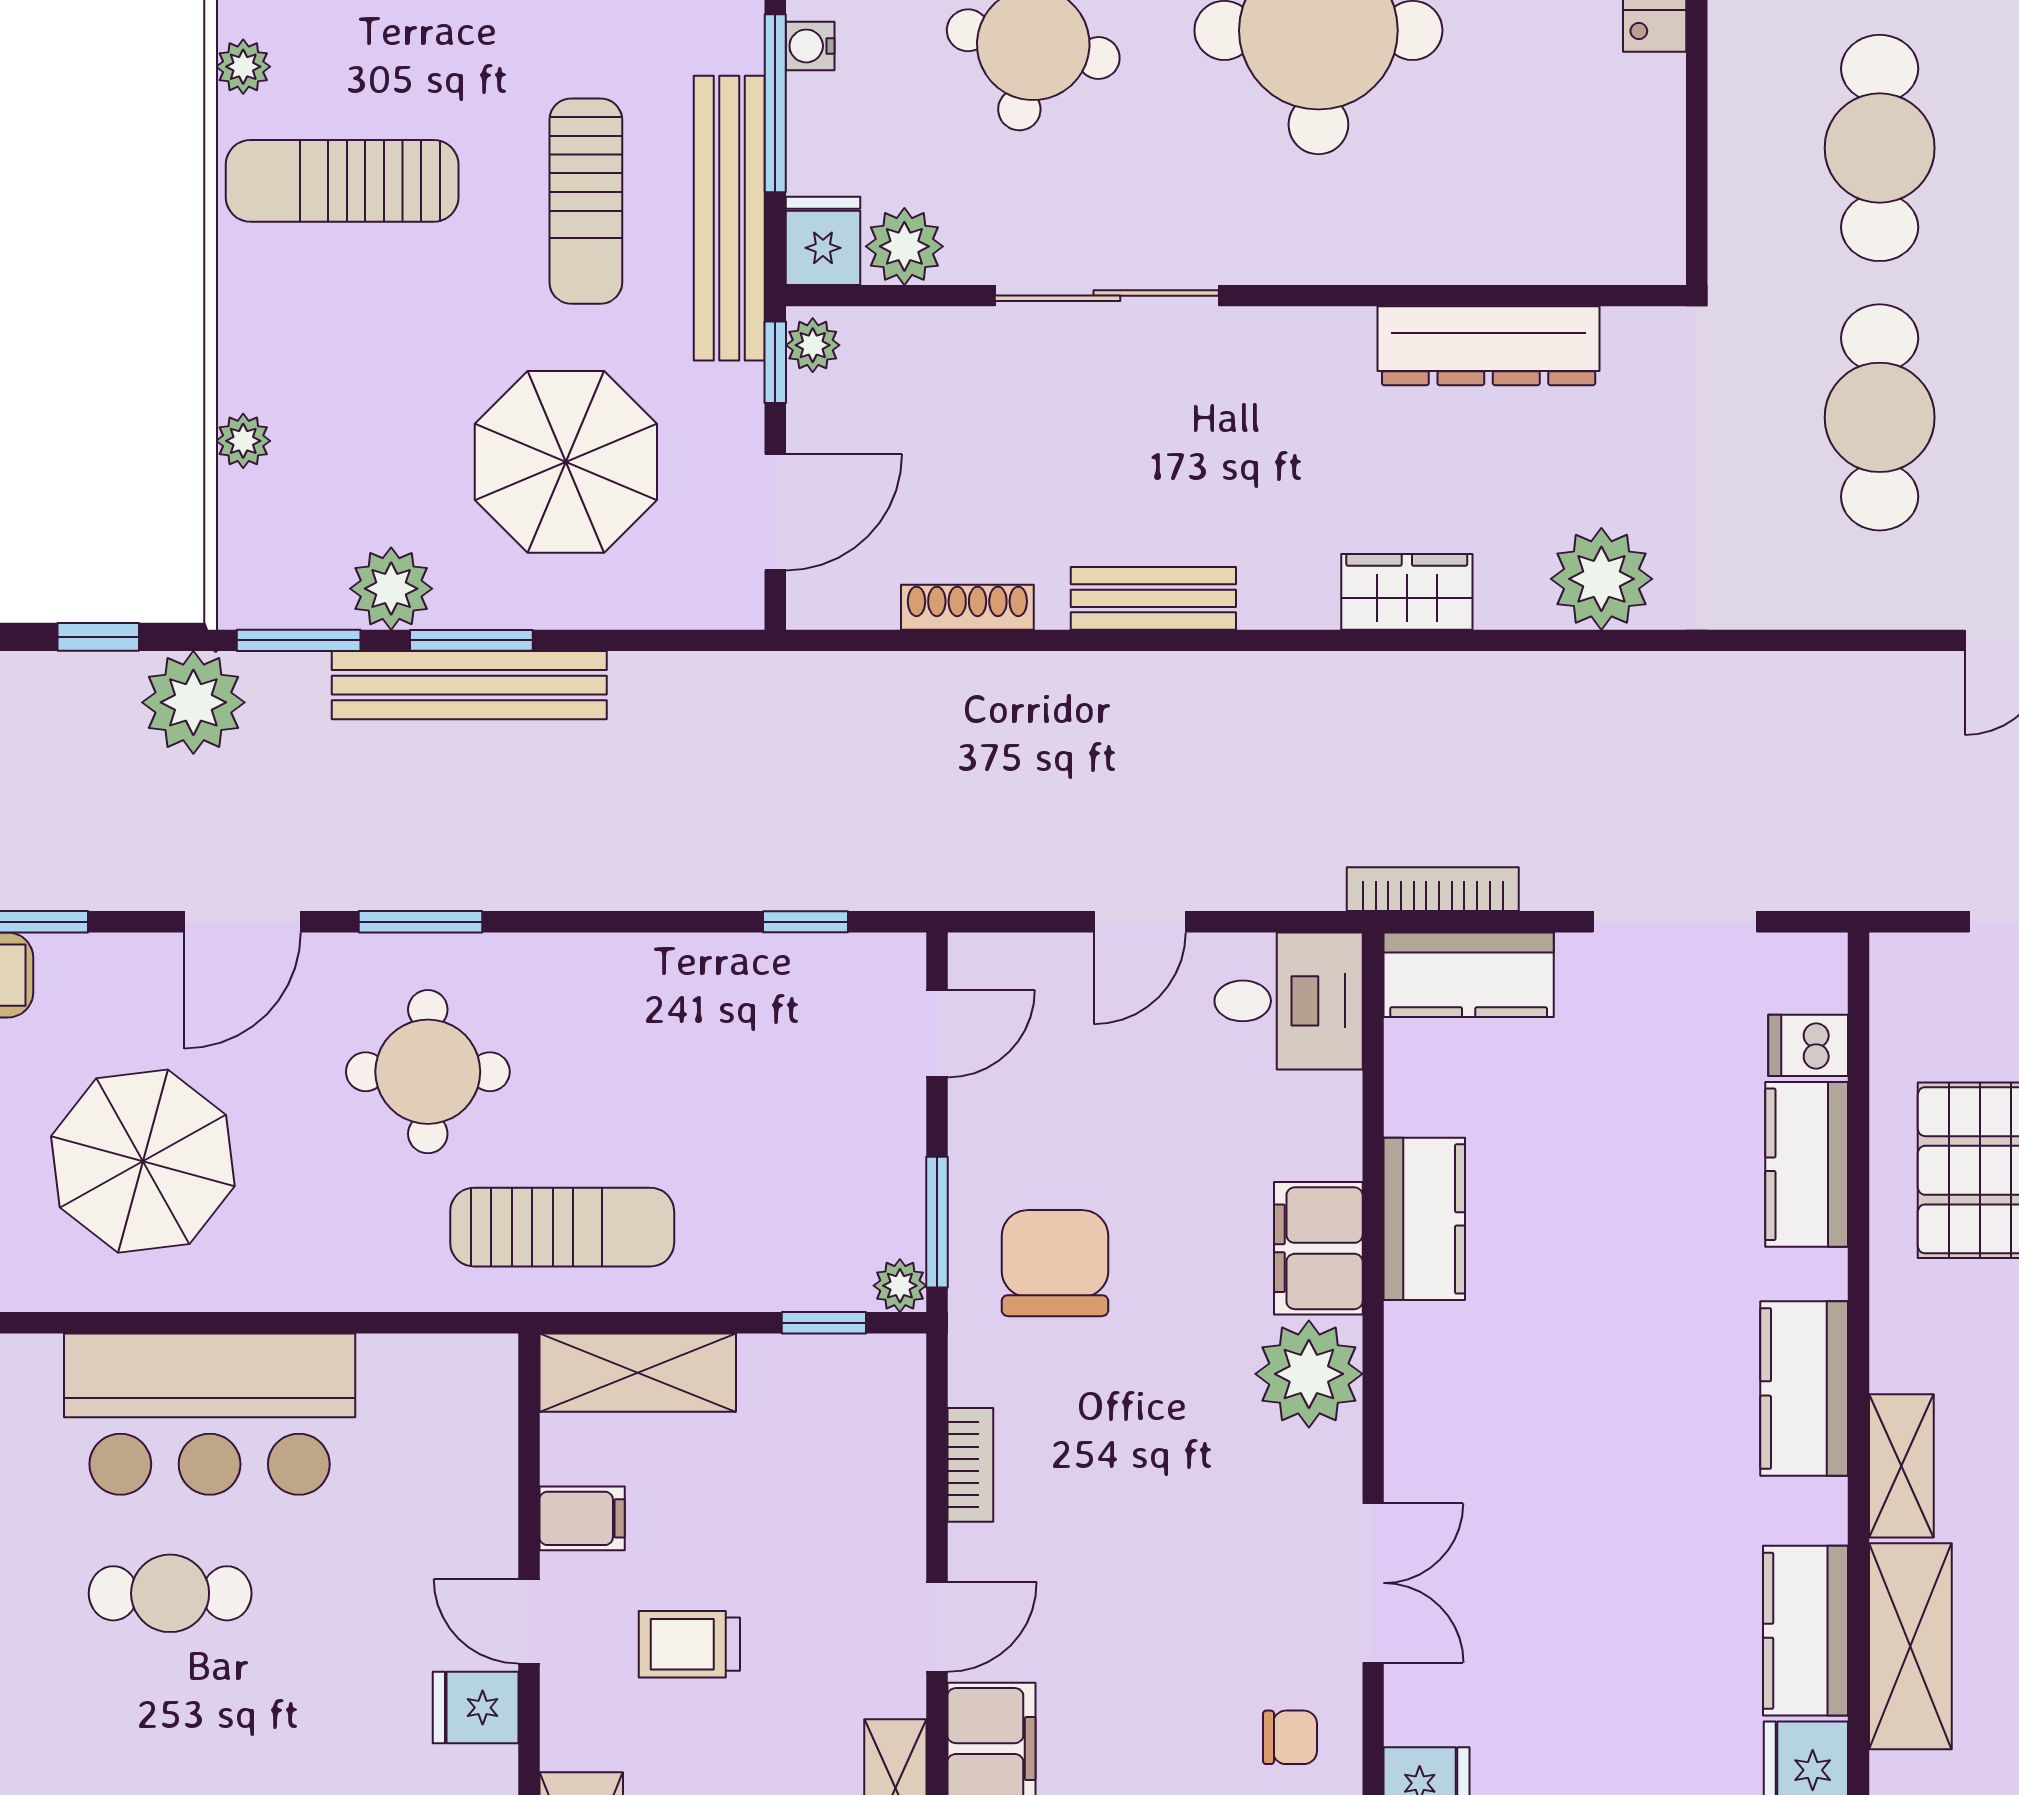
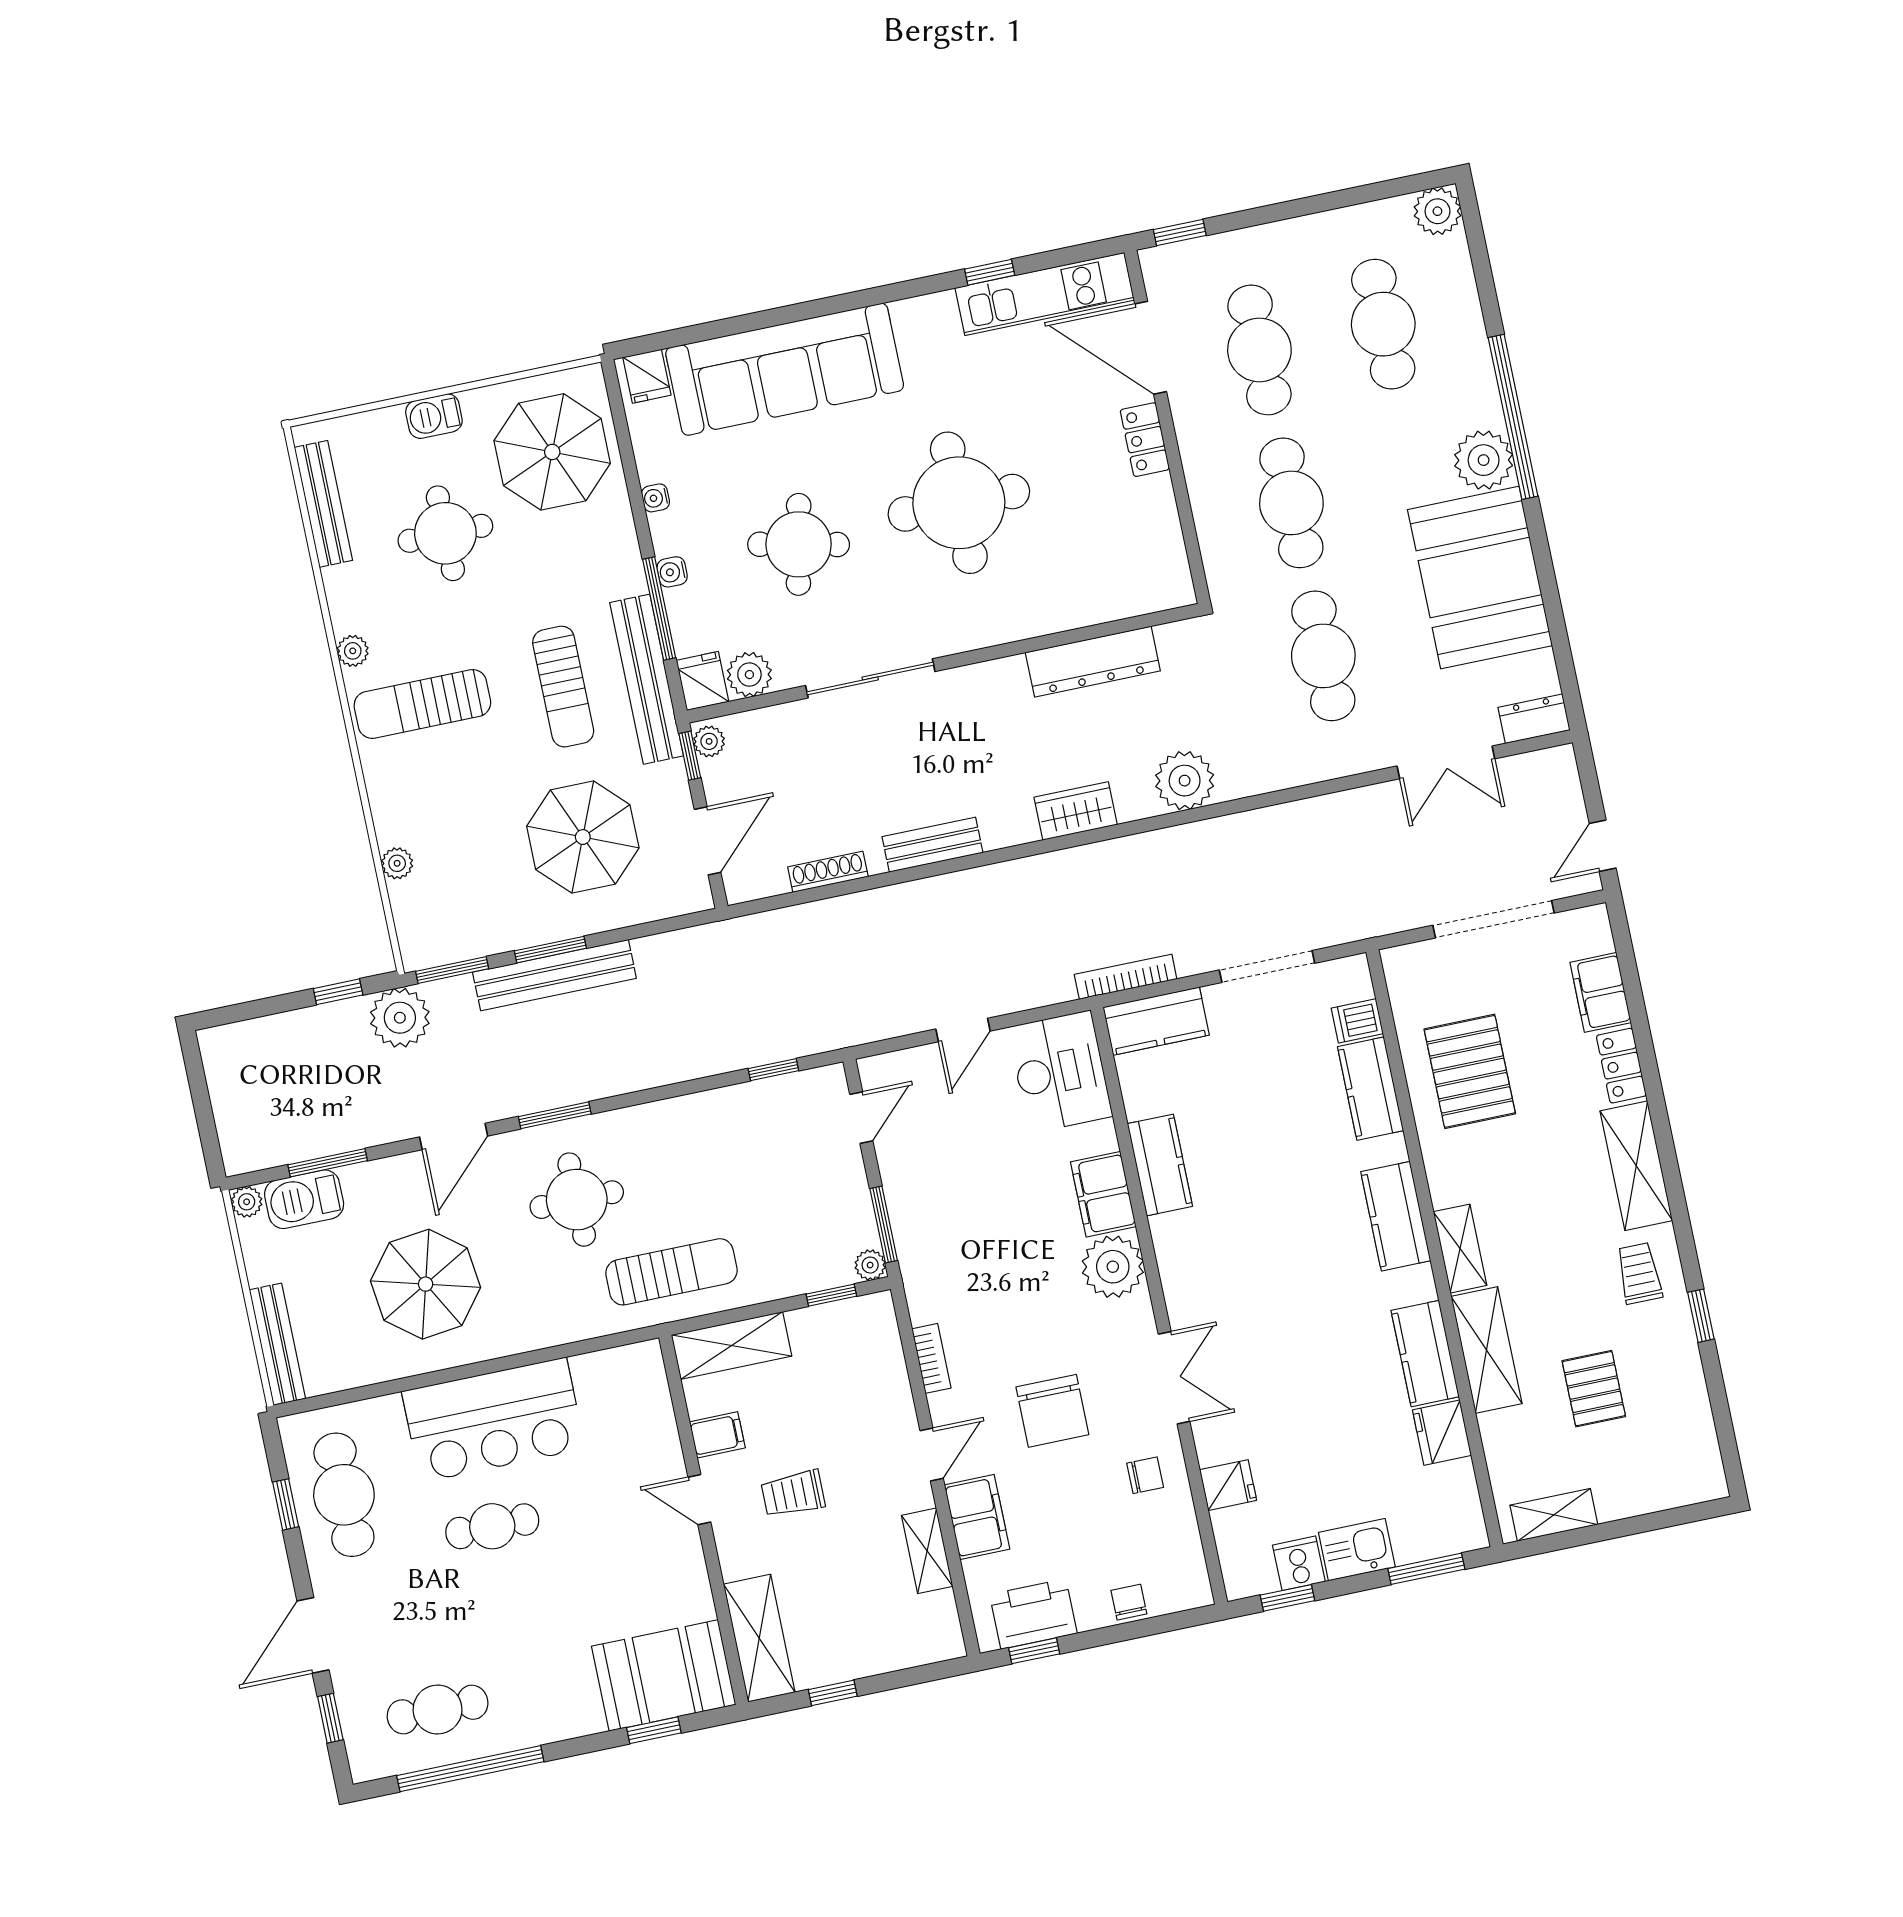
plant: (391, 589) -> (499, 930), removed
desk: (1289, 1001) -> (1060, 1072), width x1.37
chair: (1055, 1263) -> (1052, 1411), moved, turned 180
fridge: (476, 1708) -> (679, 1555), removed

